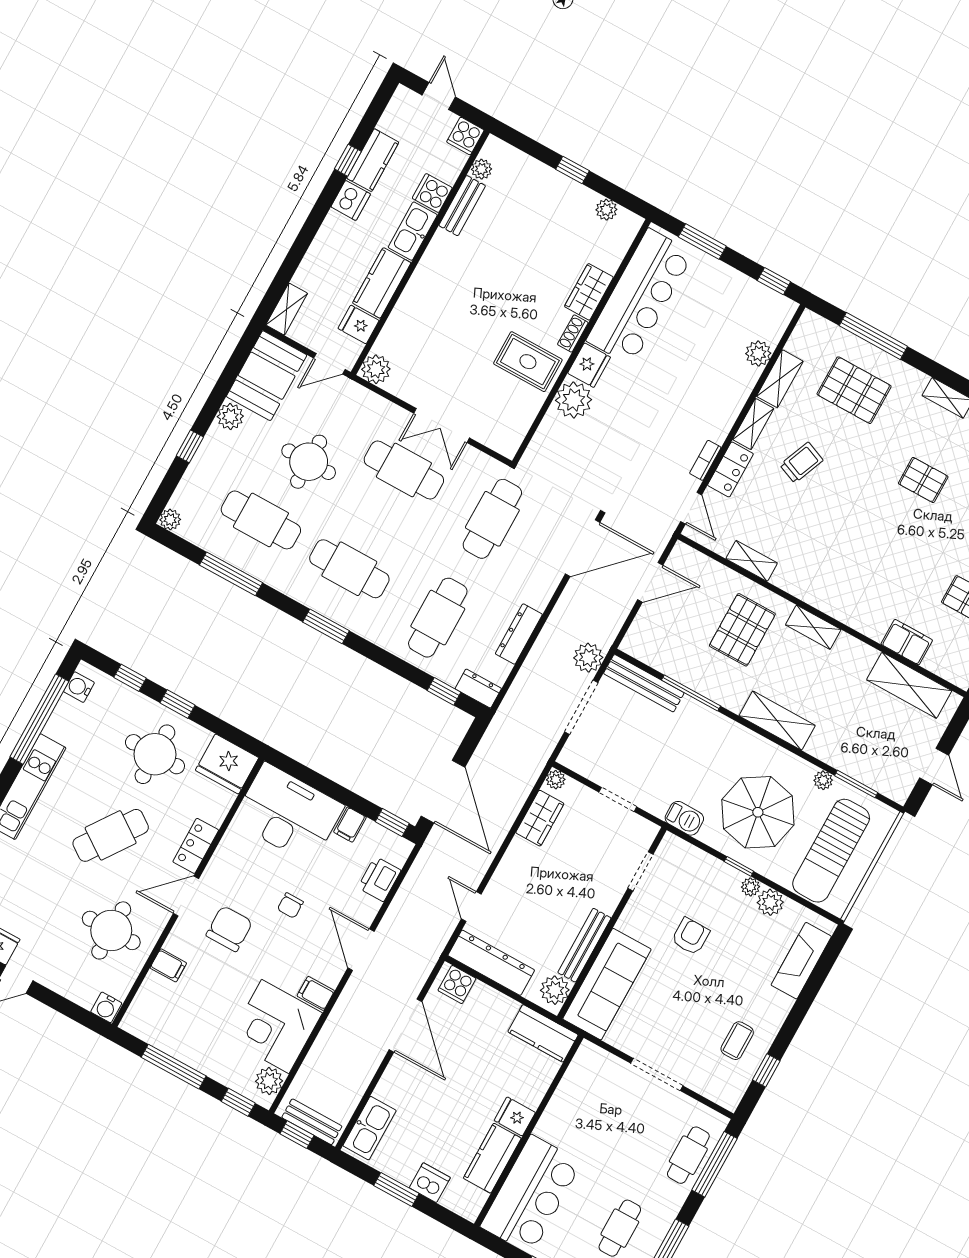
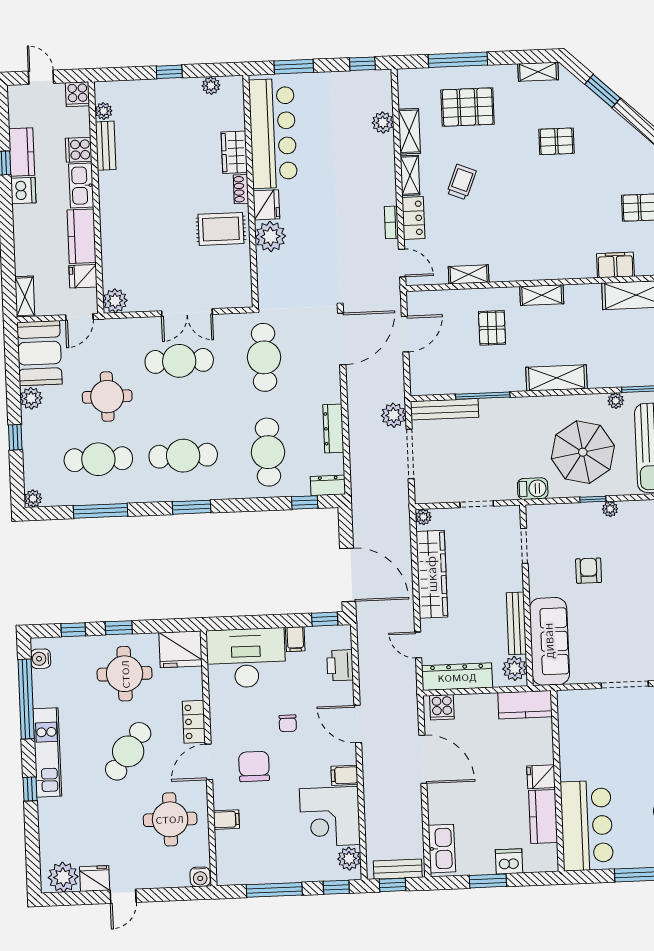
pallet: (742, 630) -> (492, 328), width x0.67, depth x0.71
wardrobe: (540, 818) -> (432, 574), width x2.10, depth x1.17
plant: (770, 902) -> (631, 511), removed

